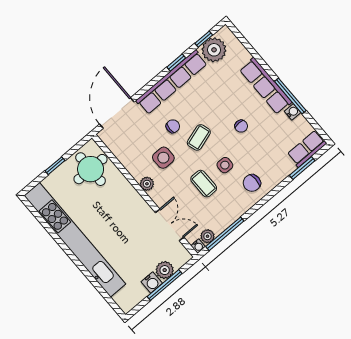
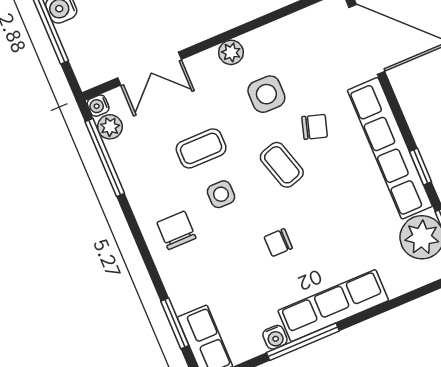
chair: (173, 126) -> (315, 127), turned -73
plant: (165, 270) -> (76, 36), removed

